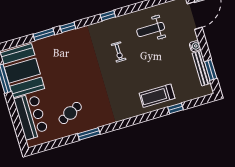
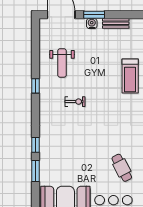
window: (108, 16) -> (36, 86), moved
bench: (202, 68) -> (116, 23), width x0.73
window: (211, 70) -> (94, 15), moved

